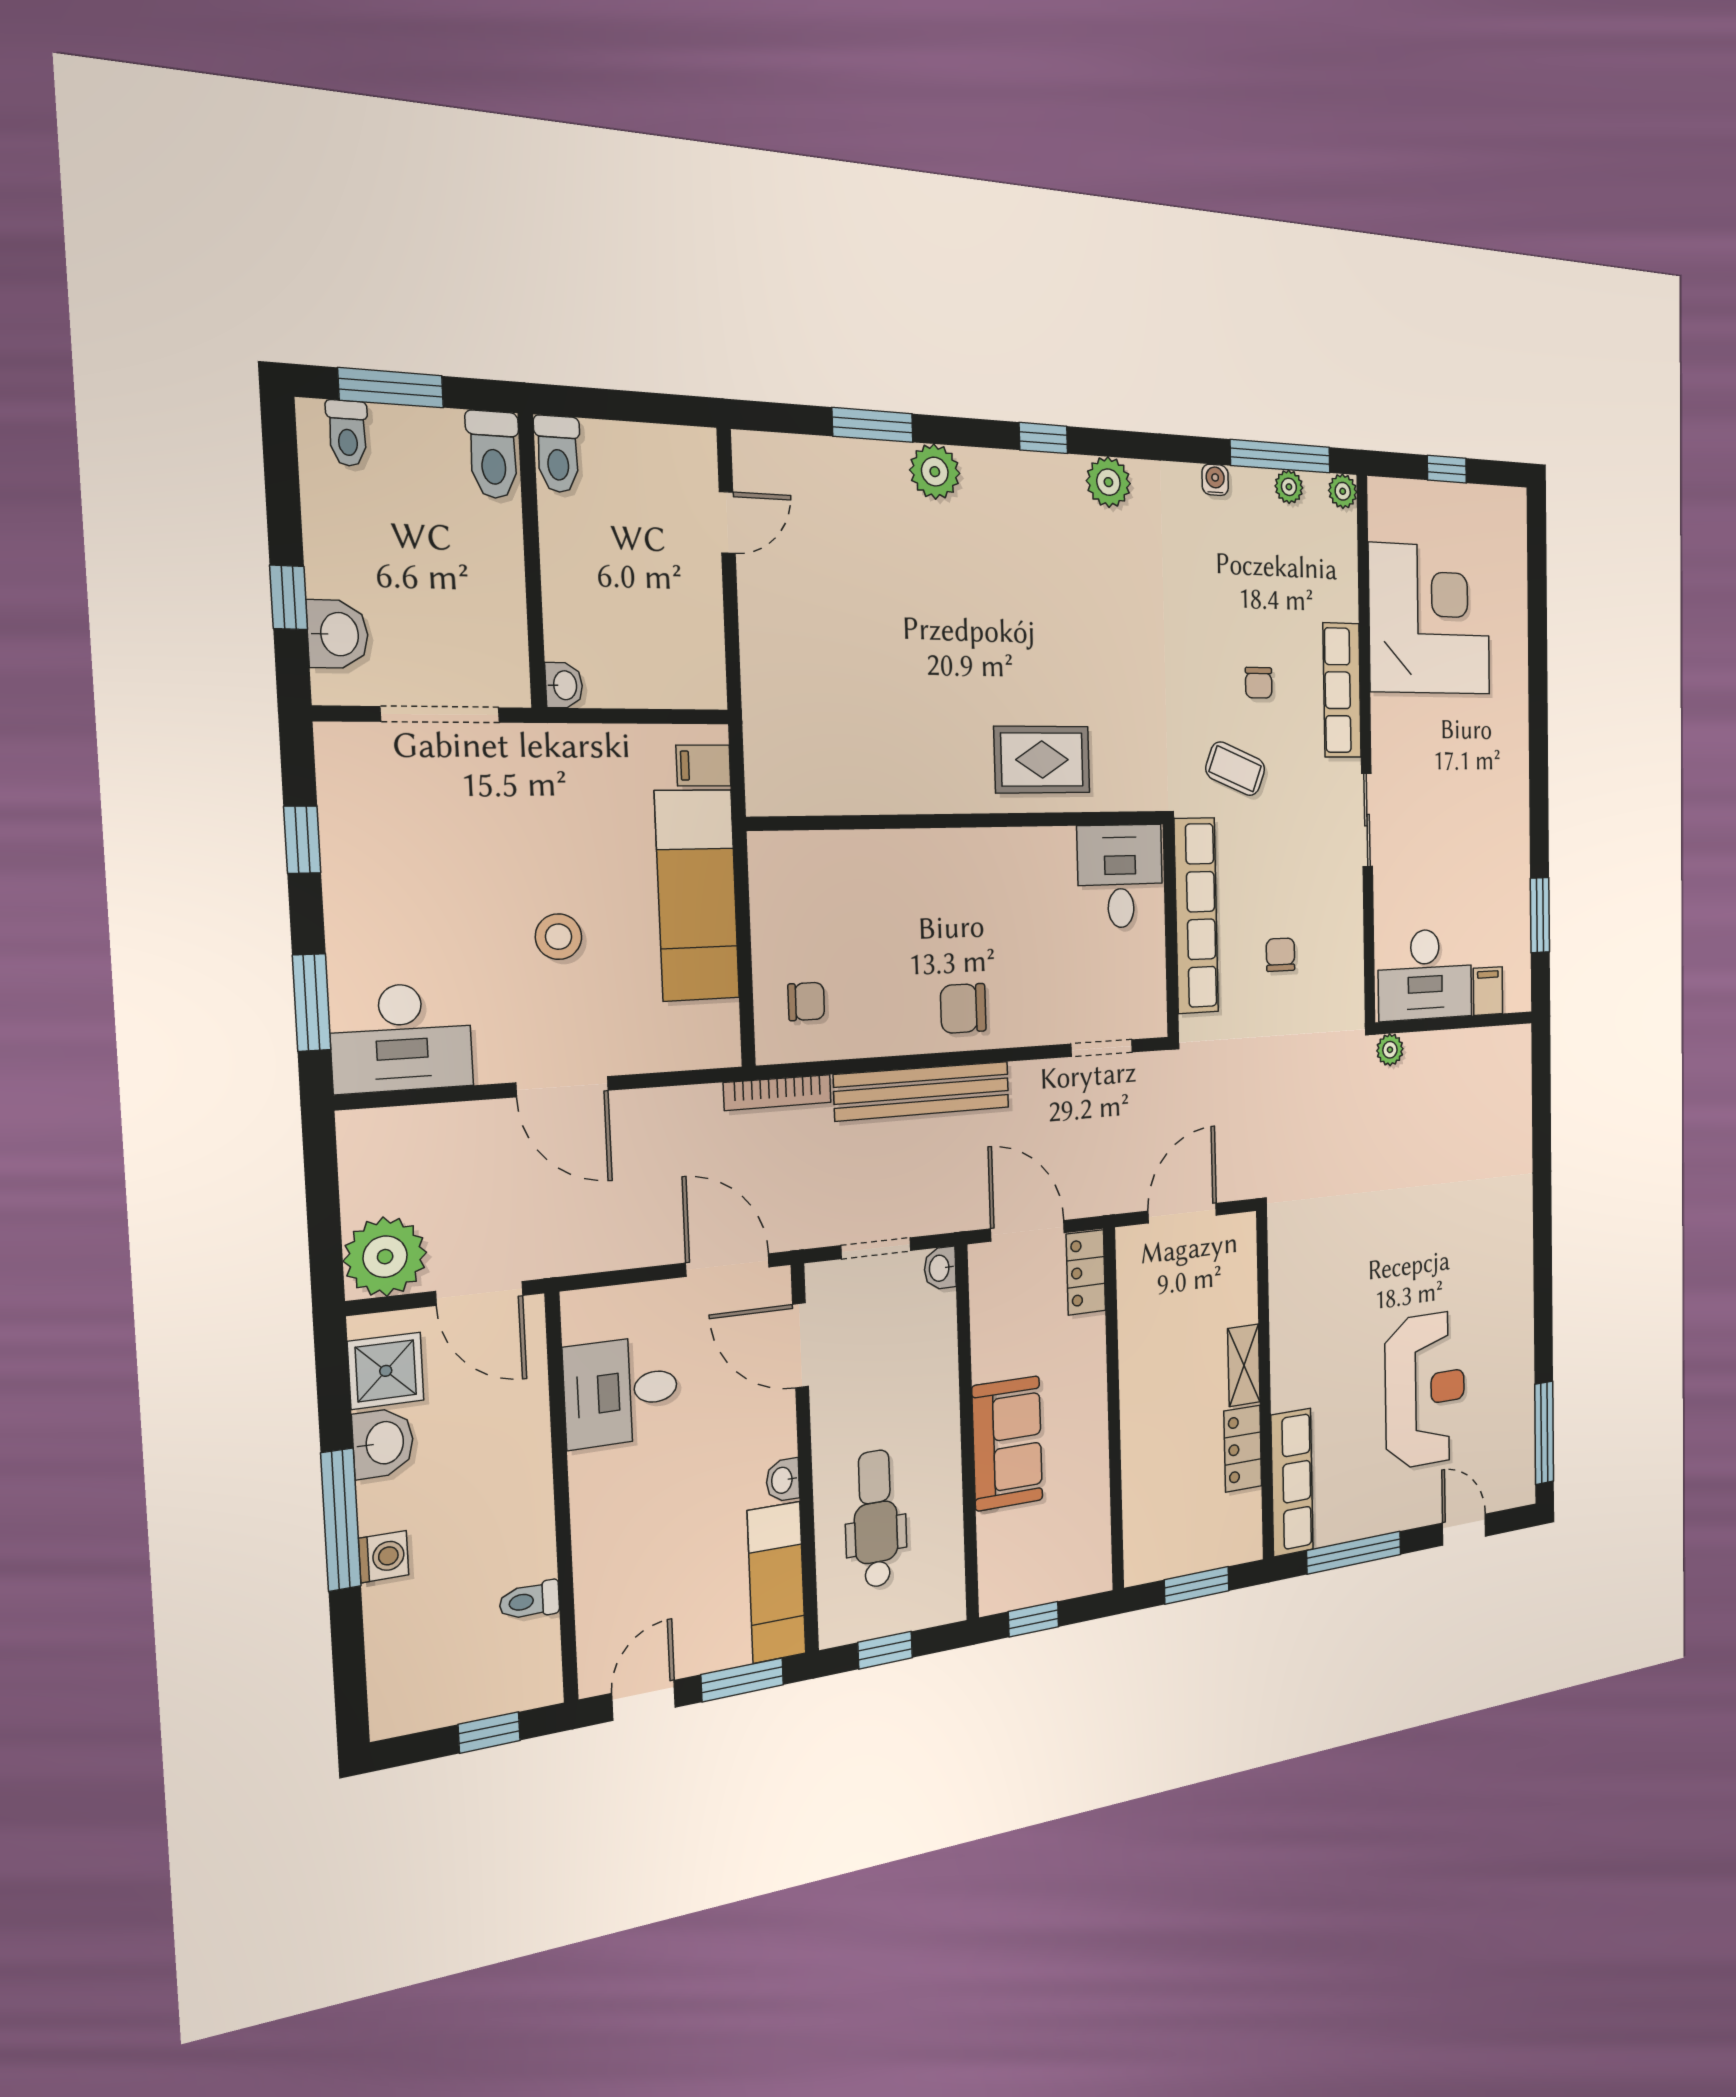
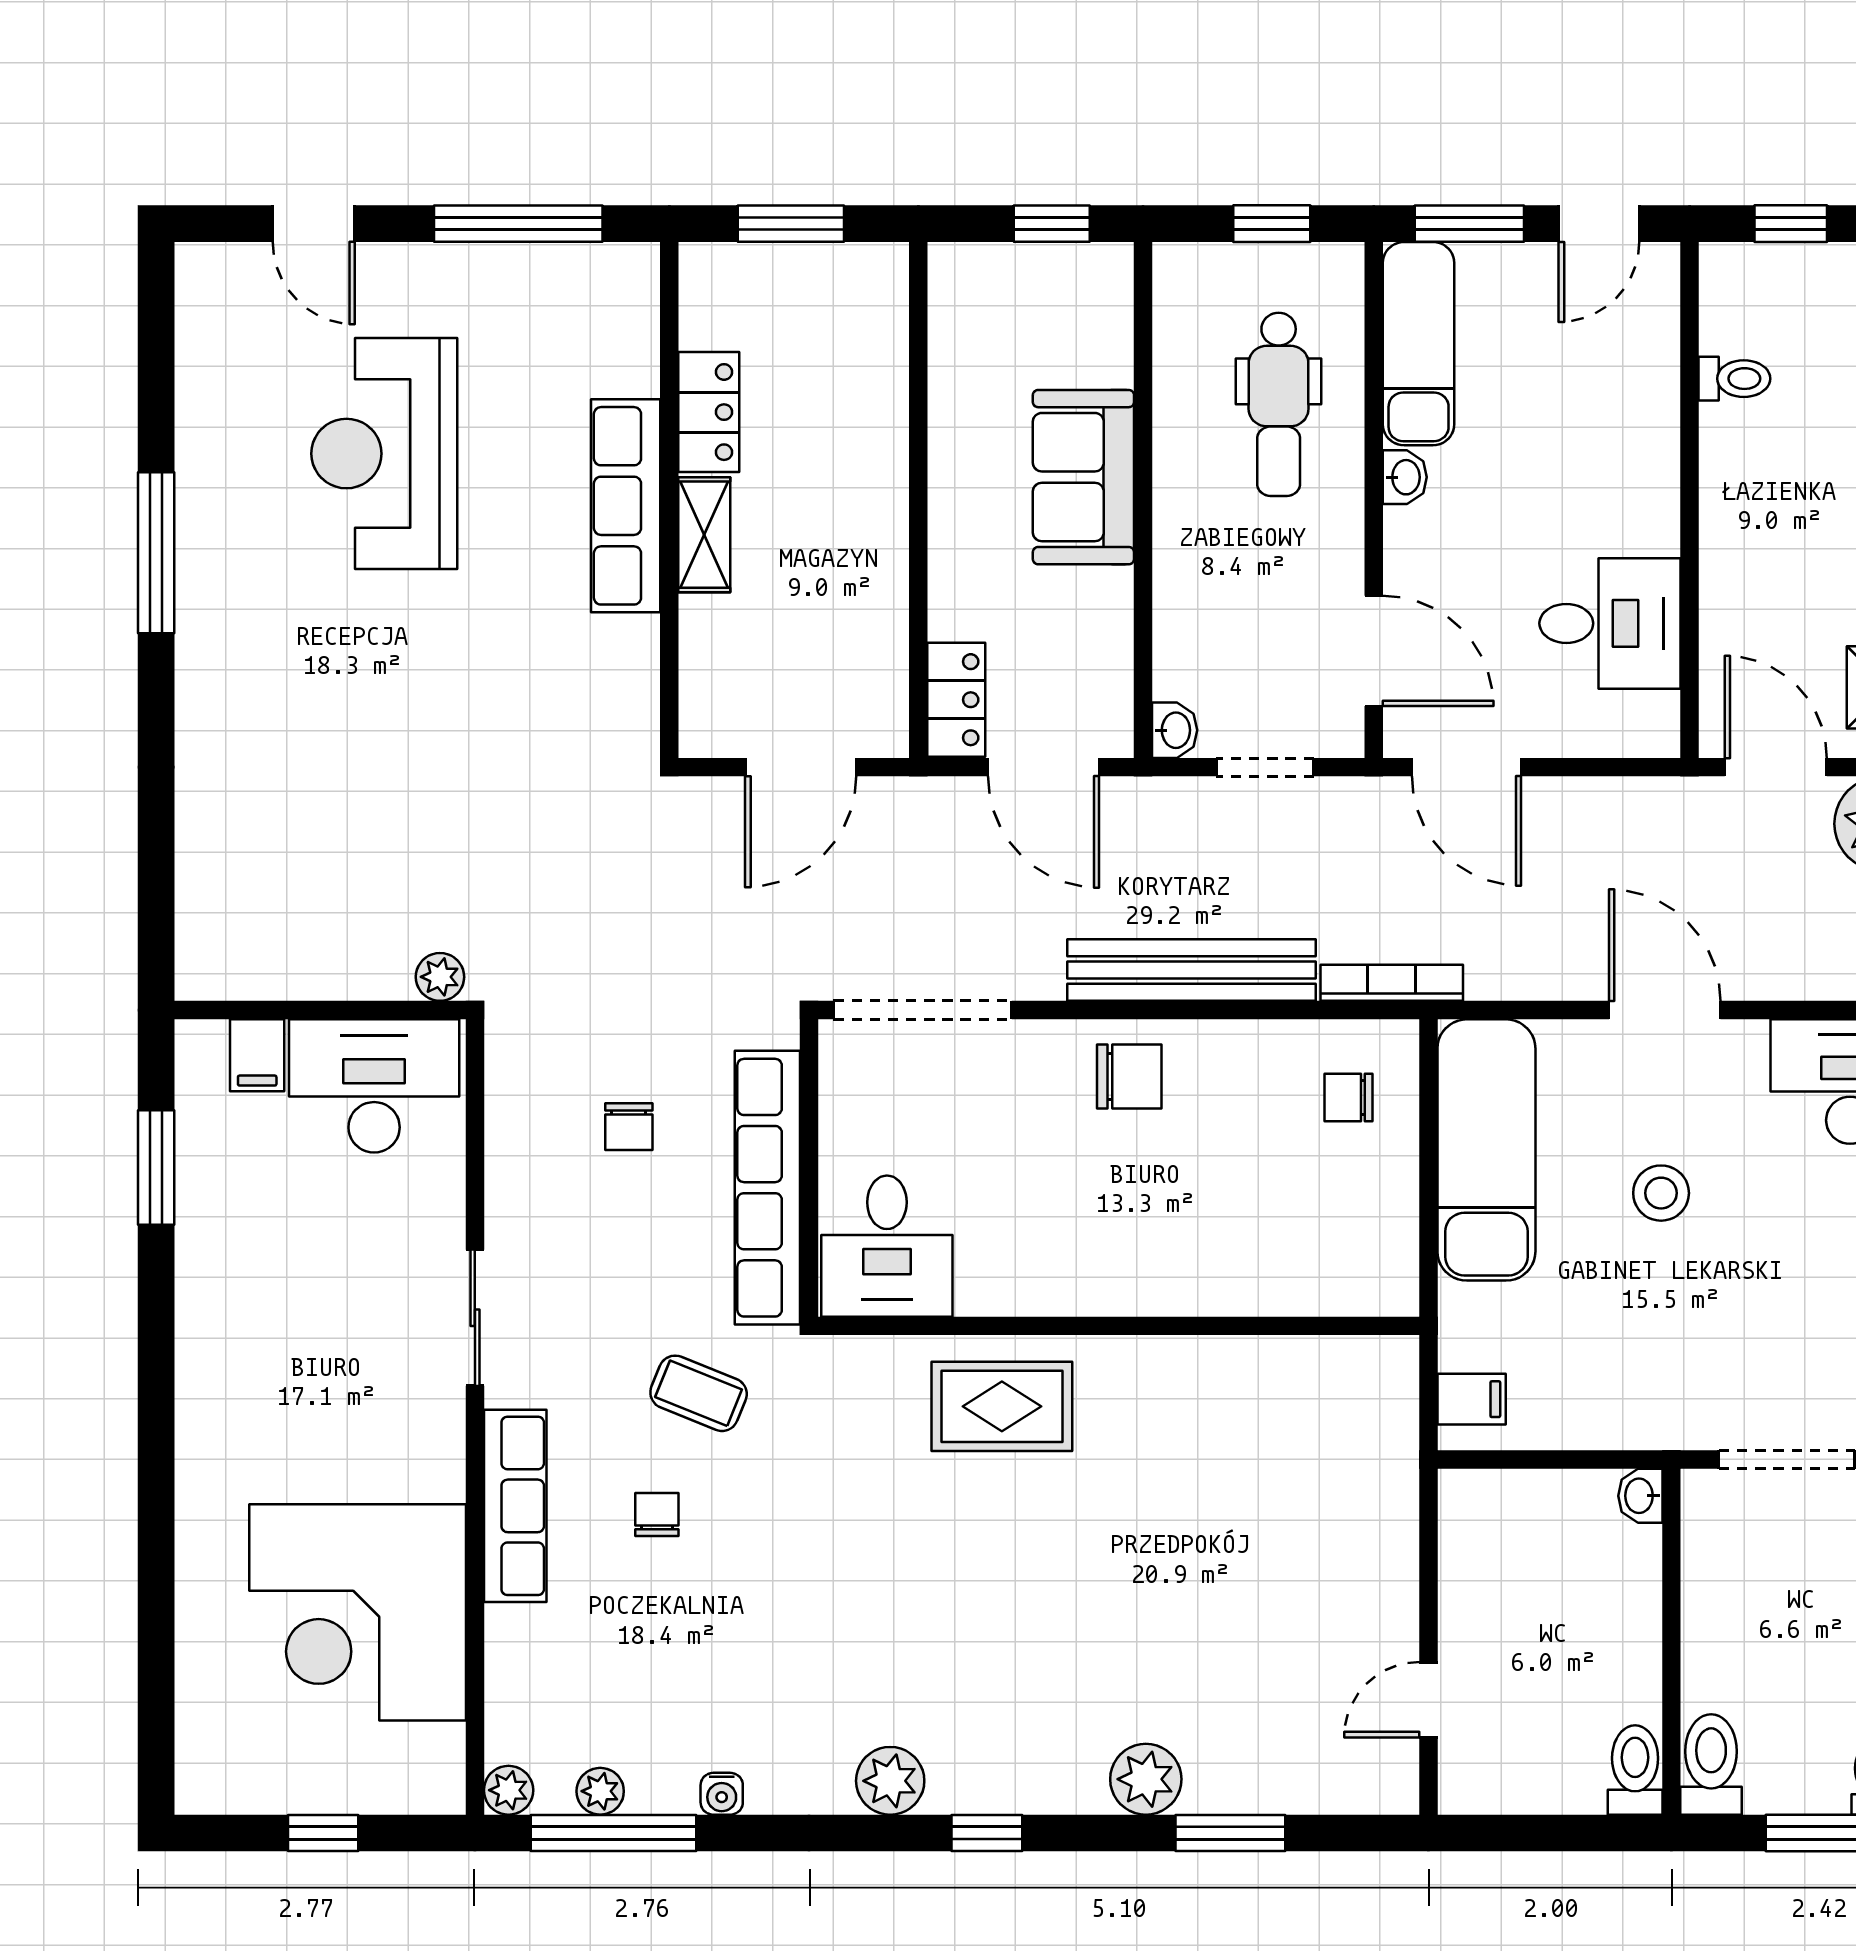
exam couch: (697, 895) -> (1486, 1150), moved
doorway: (1102, 1048) -> (923, 1010), width x1.87
window: (1544, 1433) -> (156, 553), moved
row of seats: (1292, 1483) -> (626, 506), moved

